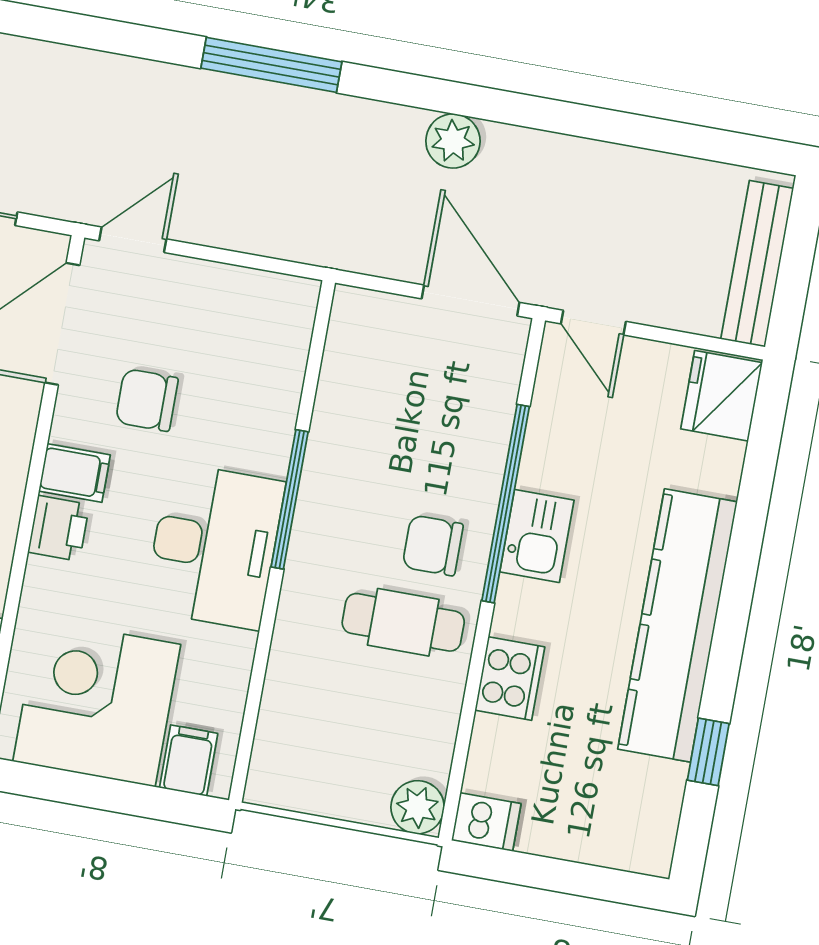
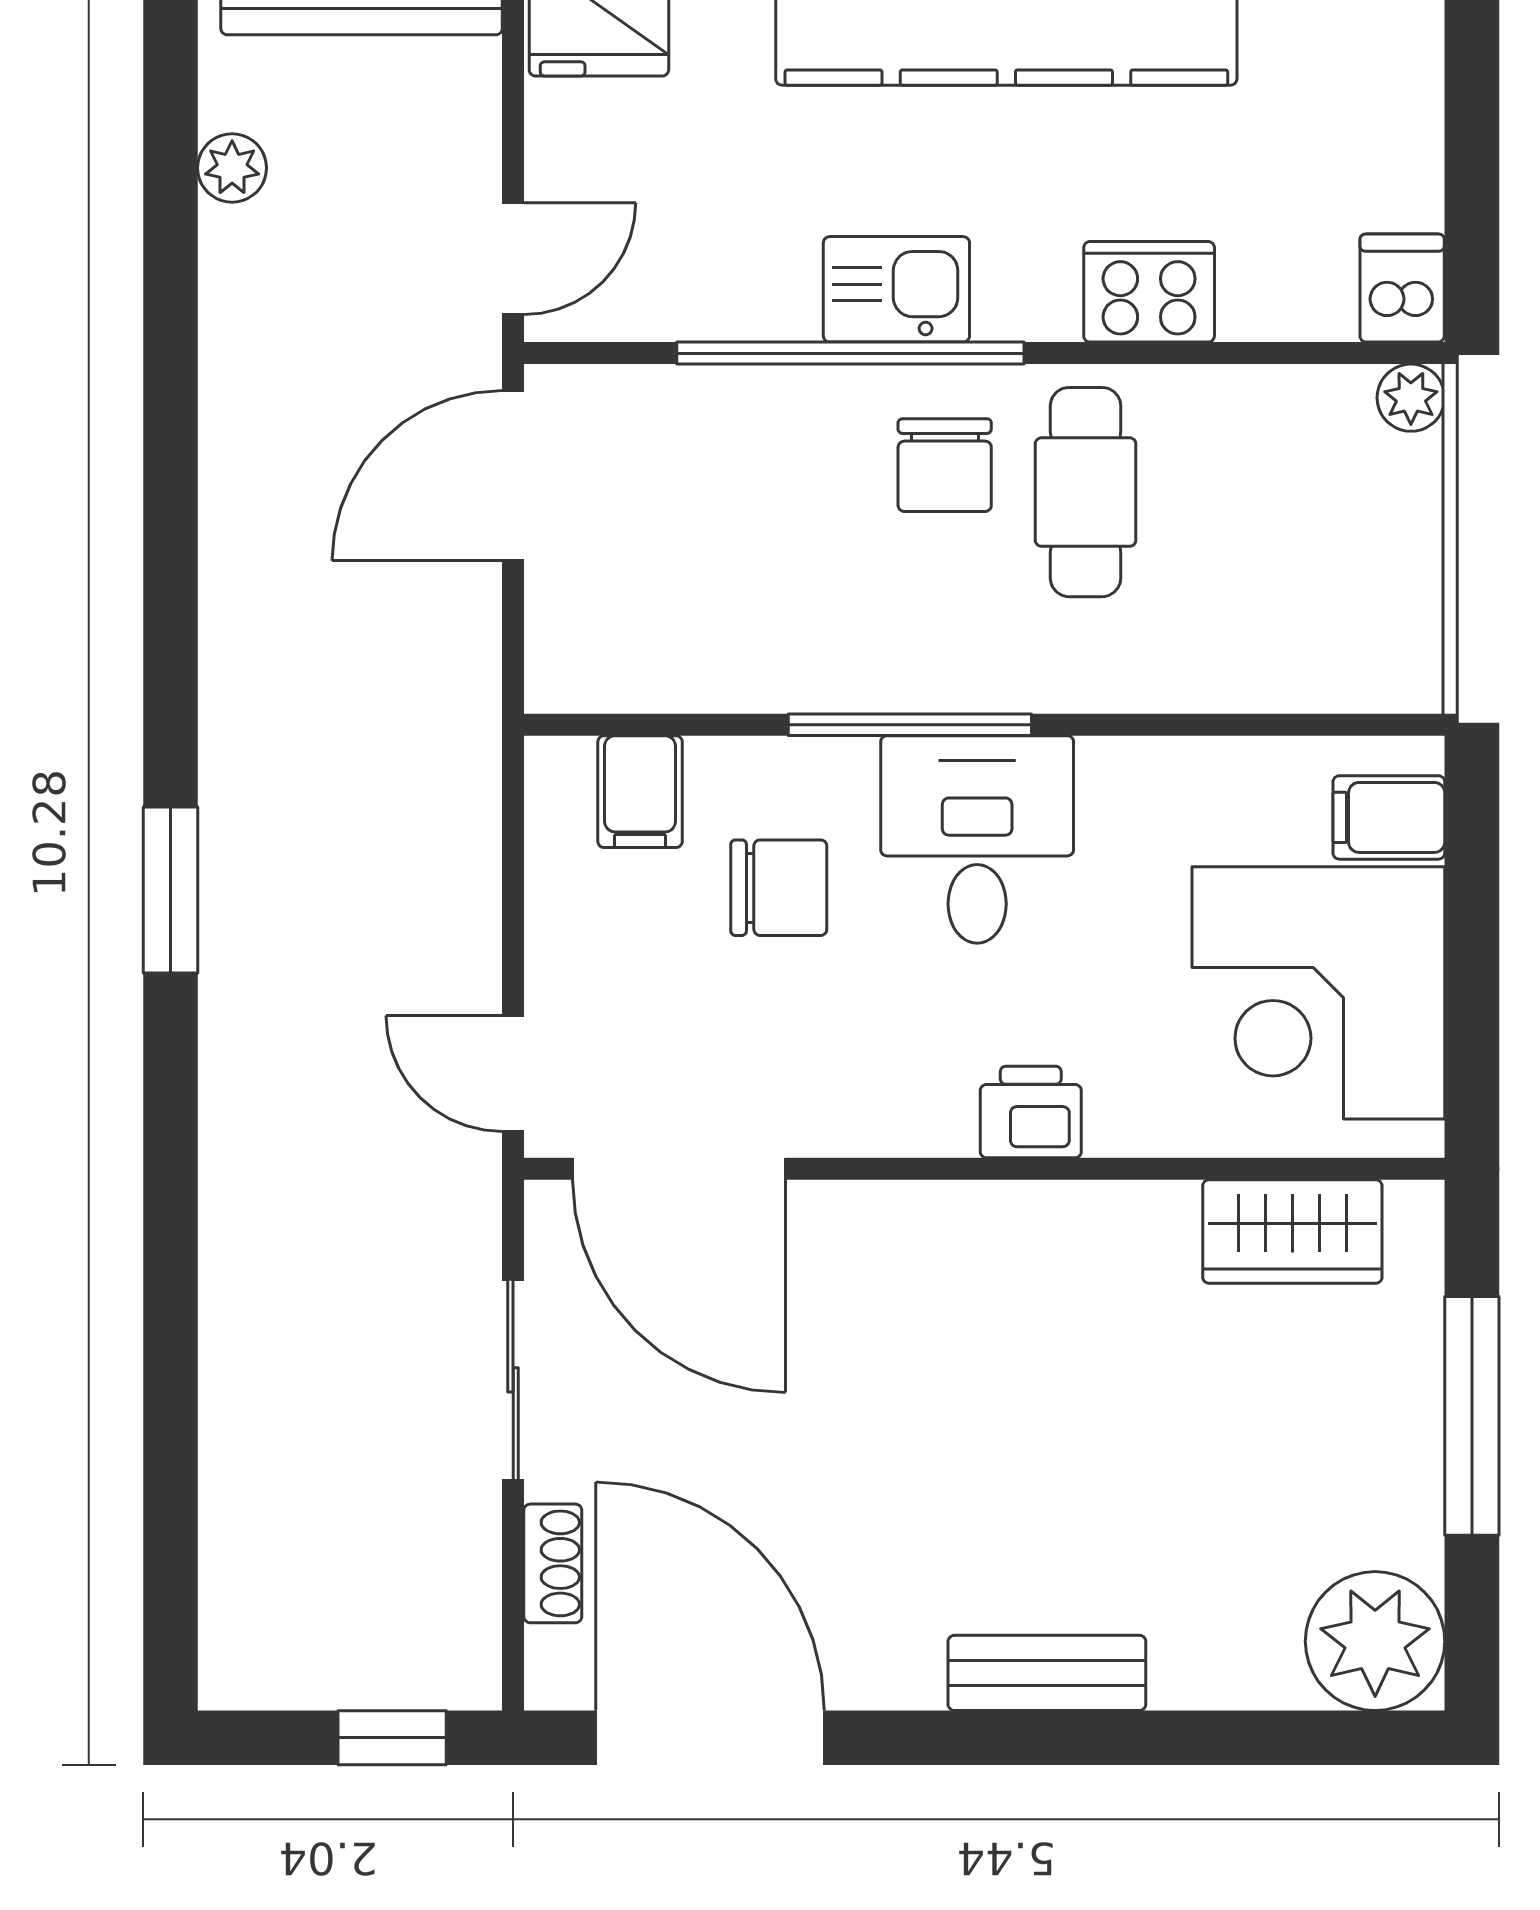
window: (271, 65) -> (171, 890), width x0.69
plant: (453, 141) -> (232, 168), moved, width x0.73, depth x0.73
chair: (147, 400) -> (779, 888), moved, turned -90
filing cabinet: (74, 473) -> (640, 792), moved, turned 180
desk: (214, 546) -> (977, 839), width x0.73
plant: (418, 807) -> (1411, 398), width x0.73, depth x0.73

